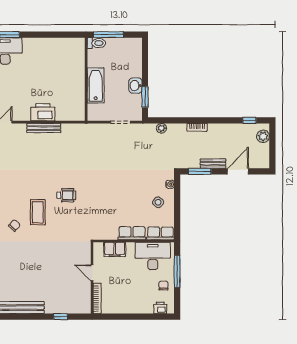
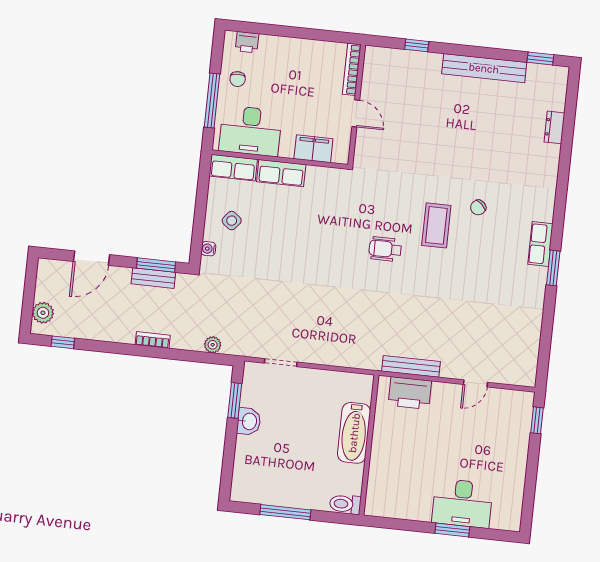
toilet: (96, 43) -> (345, 504), moved
wall: (86, 79) -> (369, 445), moved
bathtub: (96, 85) -> (354, 433), moved
bench: (213, 164) -> (153, 278), moved

